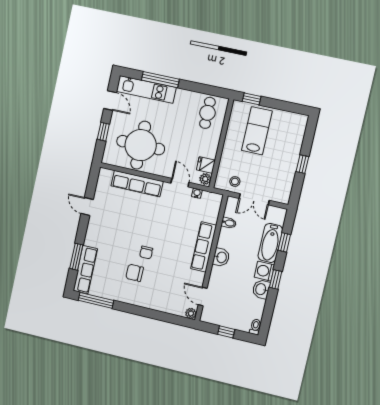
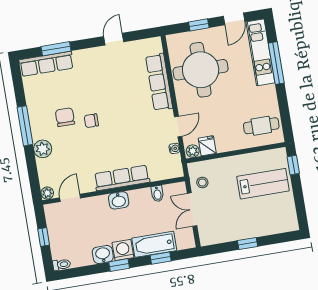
window: (96, 300) -> (25, 126), moved
plant: (153, 302) -> (43, 149), added

